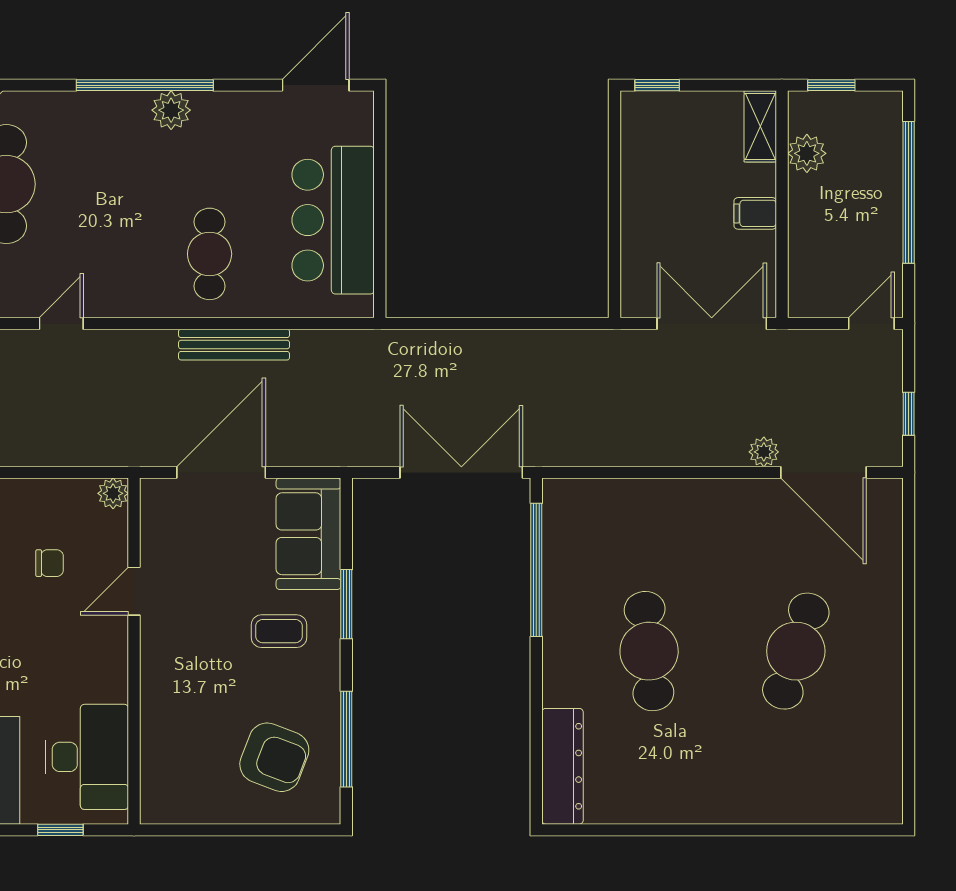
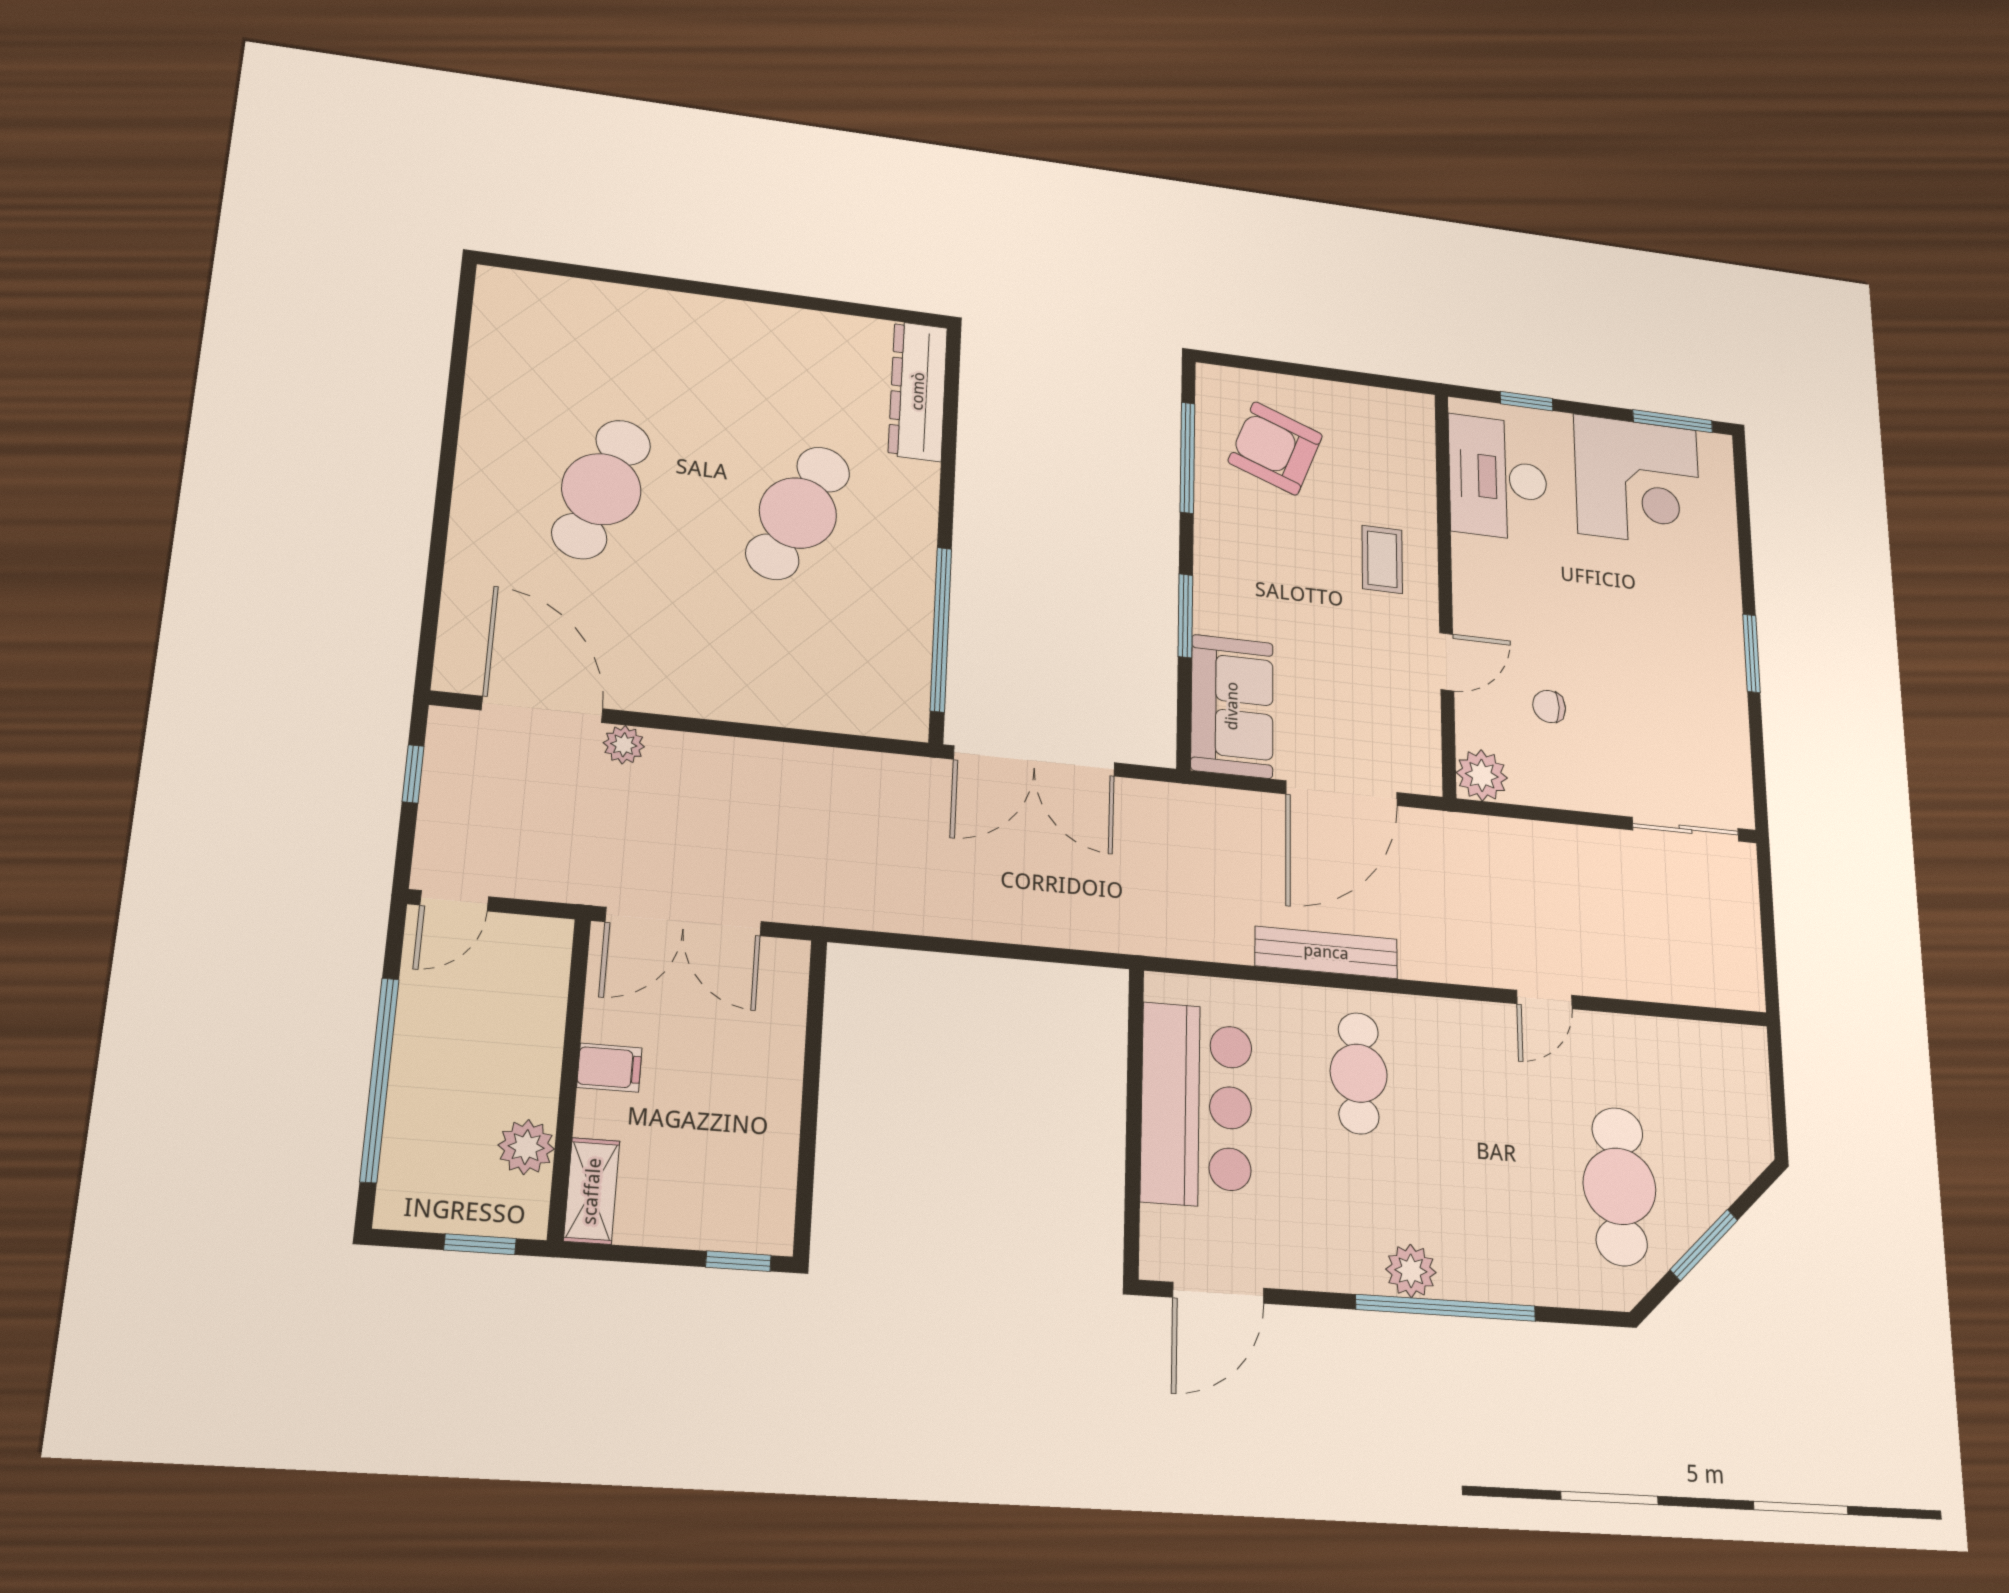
plant: (113, 493) -> (1482, 775), width x1.38, depth x1.38
coffee table: (279, 631) -> (1382, 559), moved, turned 90
cafe table: (649, 651) -> (798, 513), turned 30

